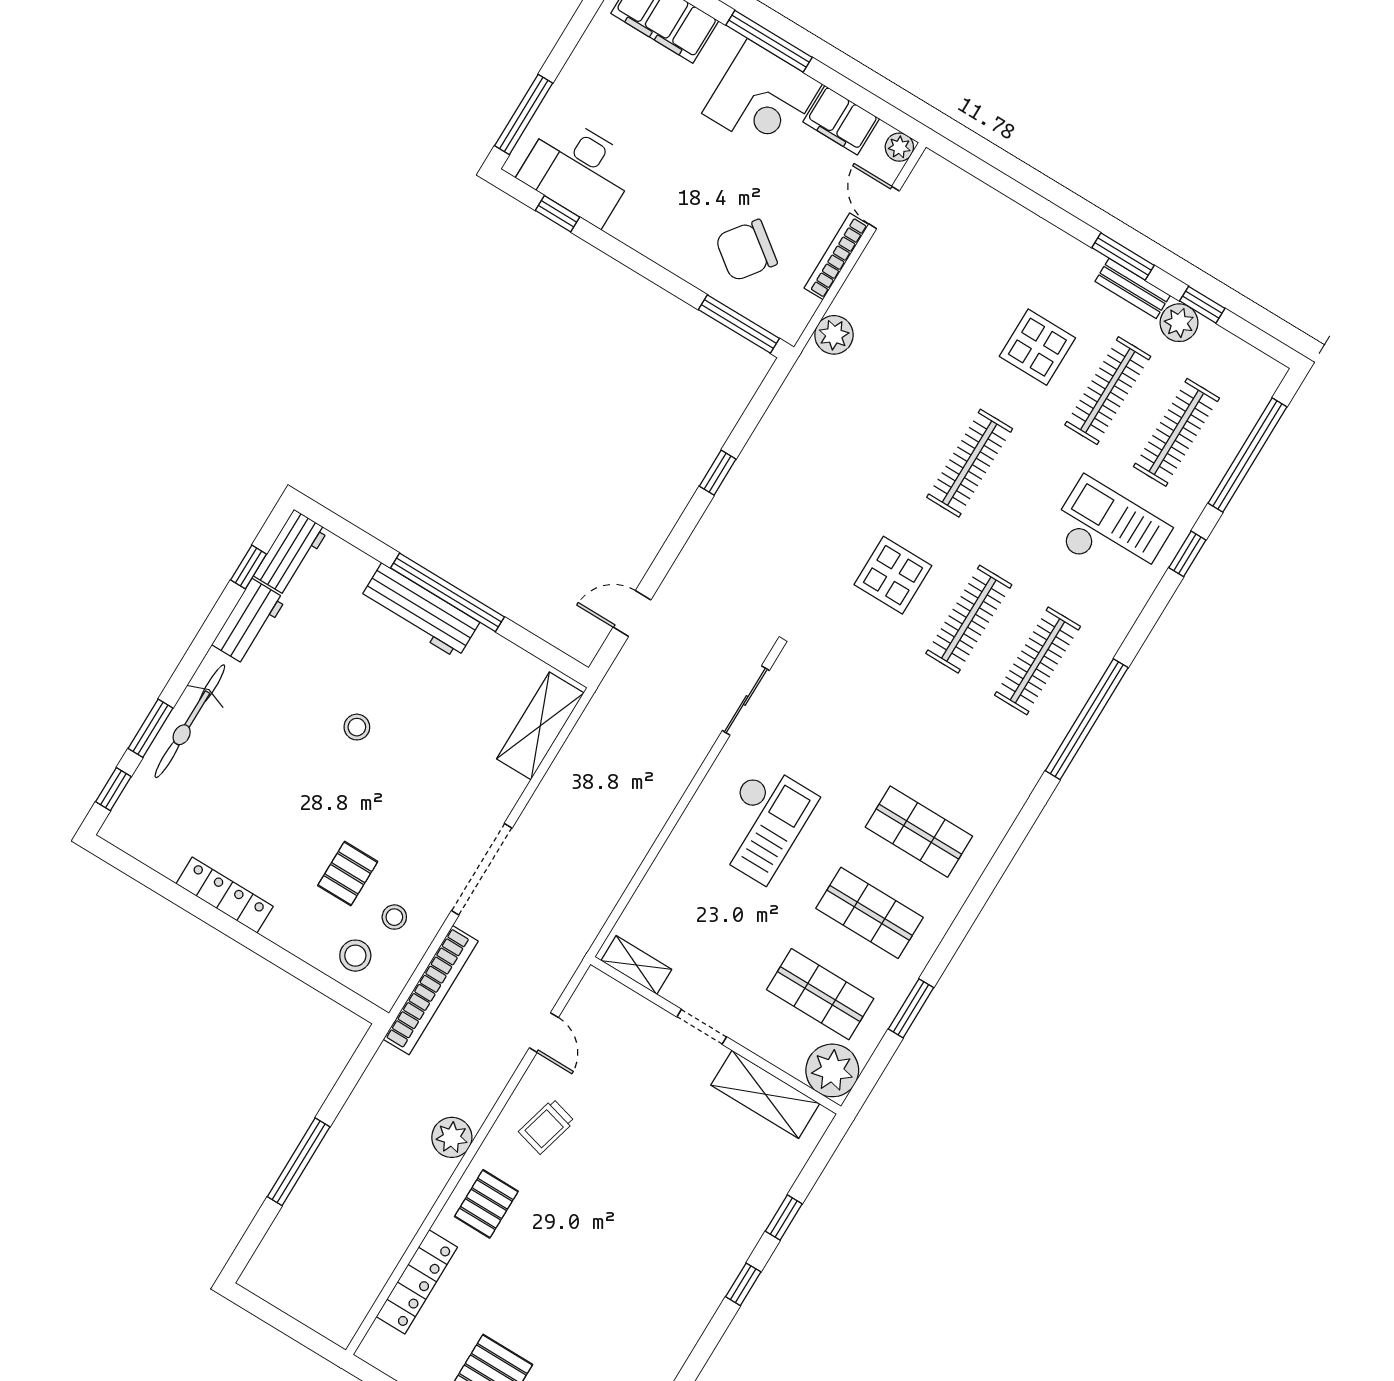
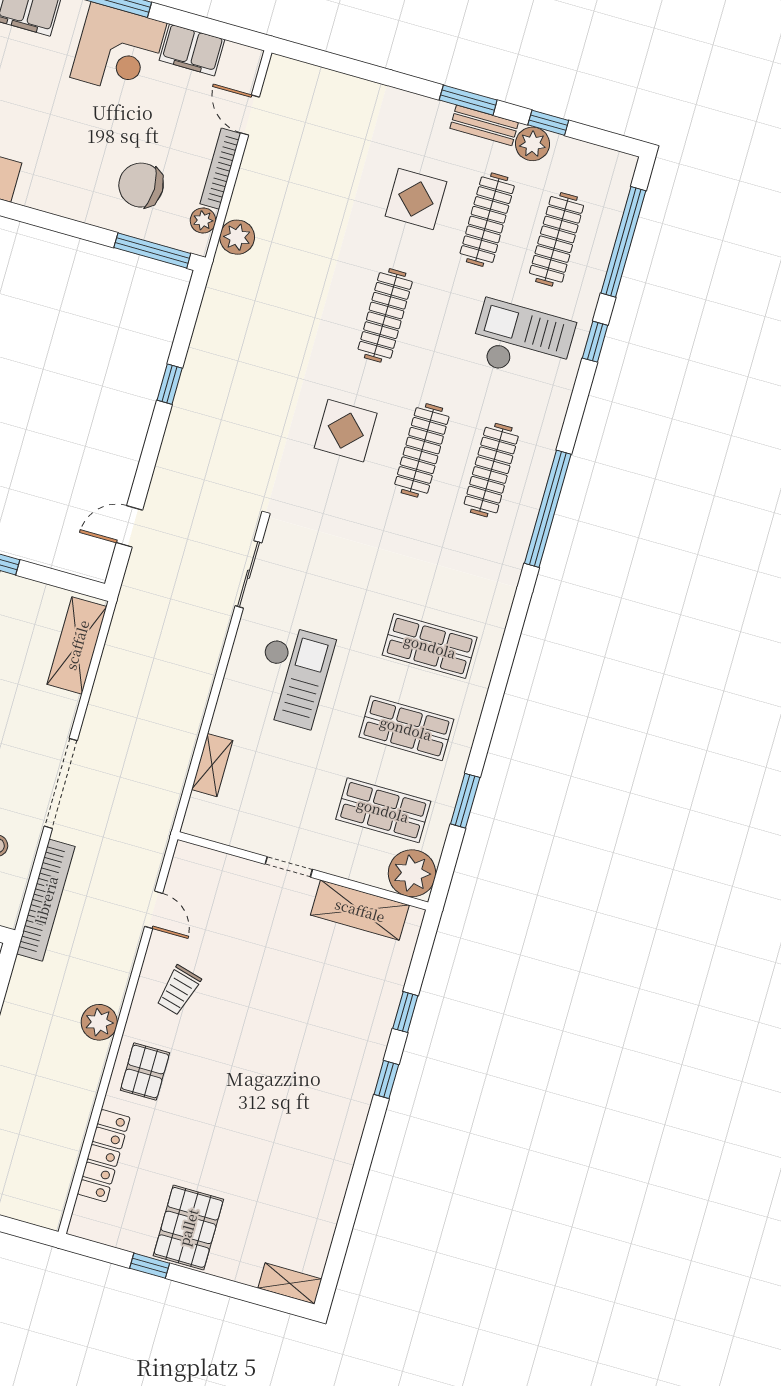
plant: (899, 147) -> (203, 220), moved
chair: (746, 250) -> (141, 185), turned 53
shelving: (636, 965) -> (212, 765), moved, turned 90

